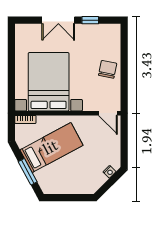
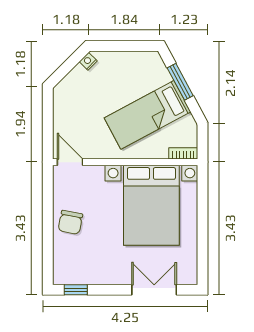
double door: (58, 20) -> (154, 290), moved
window: (90, 20) -> (76, 290), moved
nightstand: (109, 172) -> (88, 61), moved

